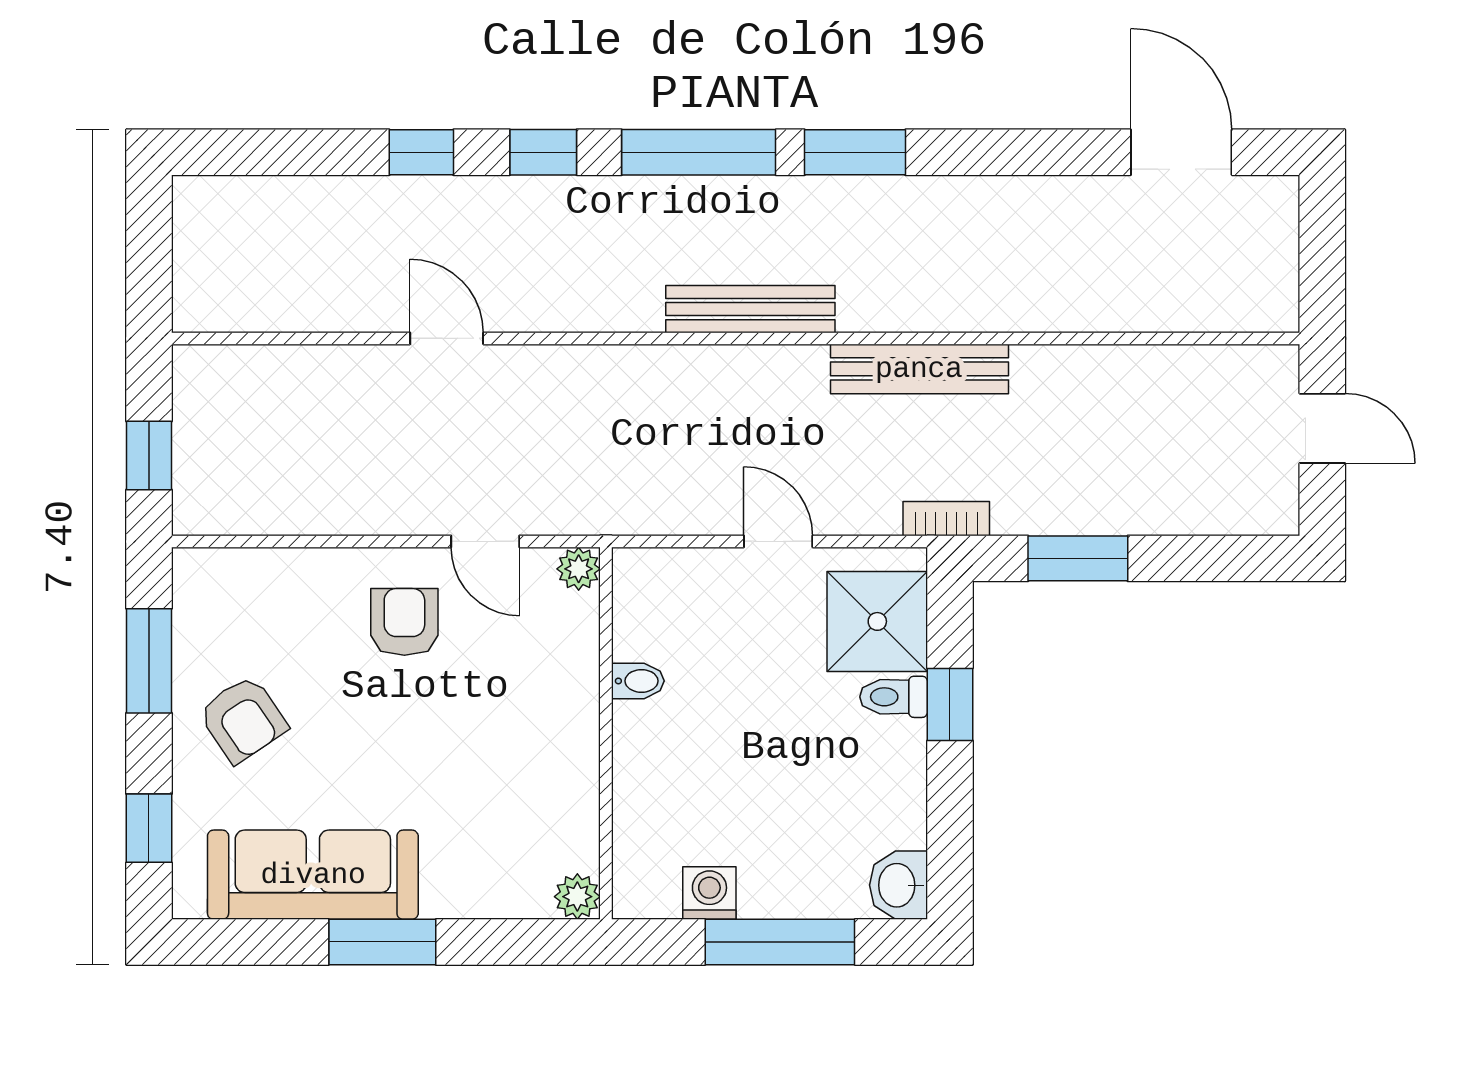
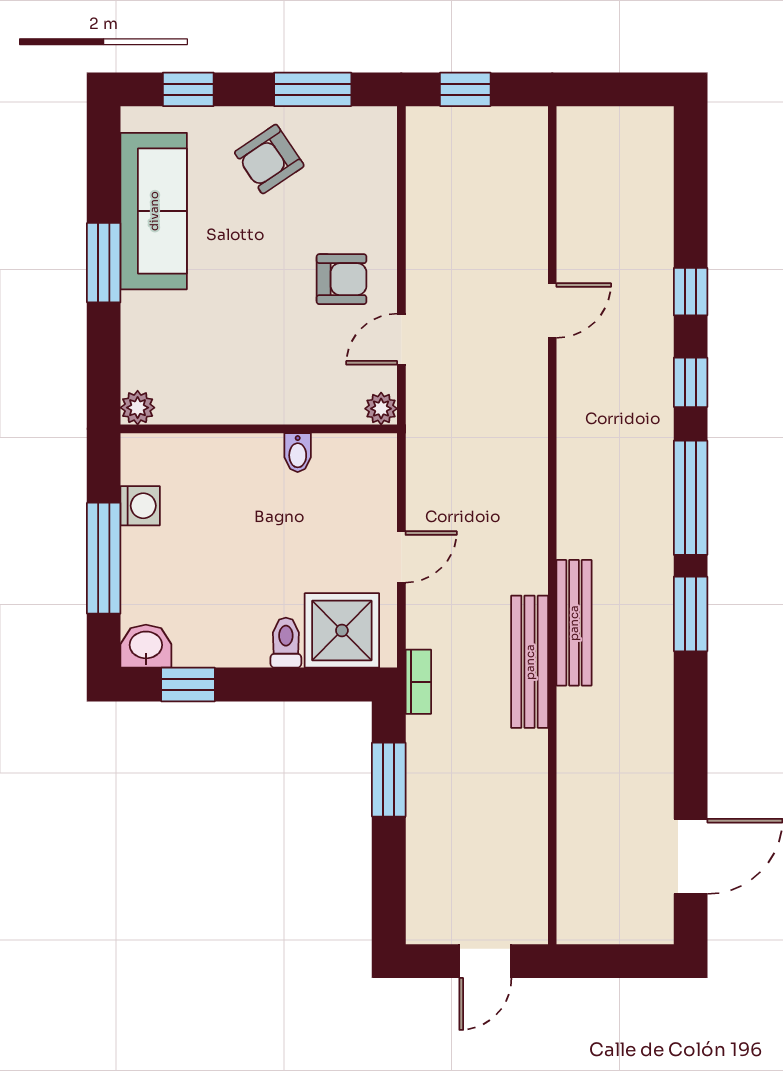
bench: (750, 309) -> (574, 623), moved
window: (950, 704) -> (188, 684), moved

